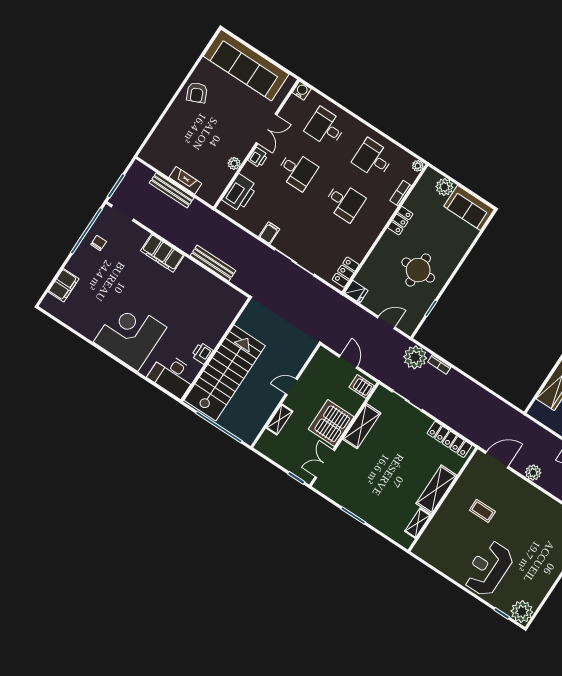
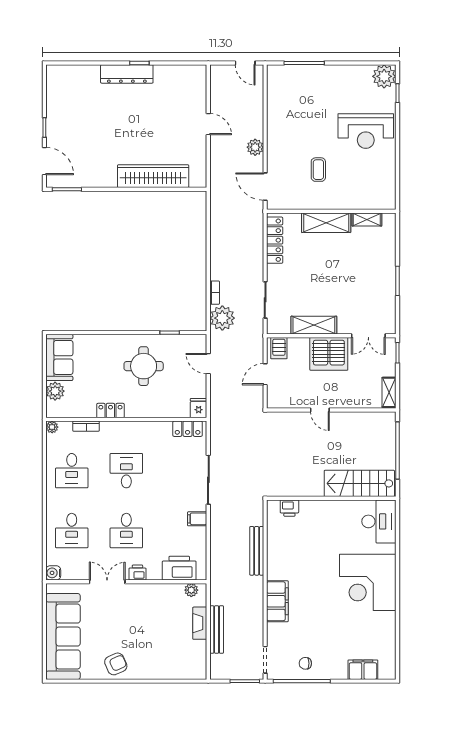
plant: (234, 163) -> (191, 590), moved
desk: (297, 171) -> (126, 531), turned 180
printer: (202, 353) -> (289, 508), moved
stairs: (225, 373) -> (359, 483), width x0.73, depth x0.66
shelving: (279, 420) -> (389, 392), moved, turned 90

